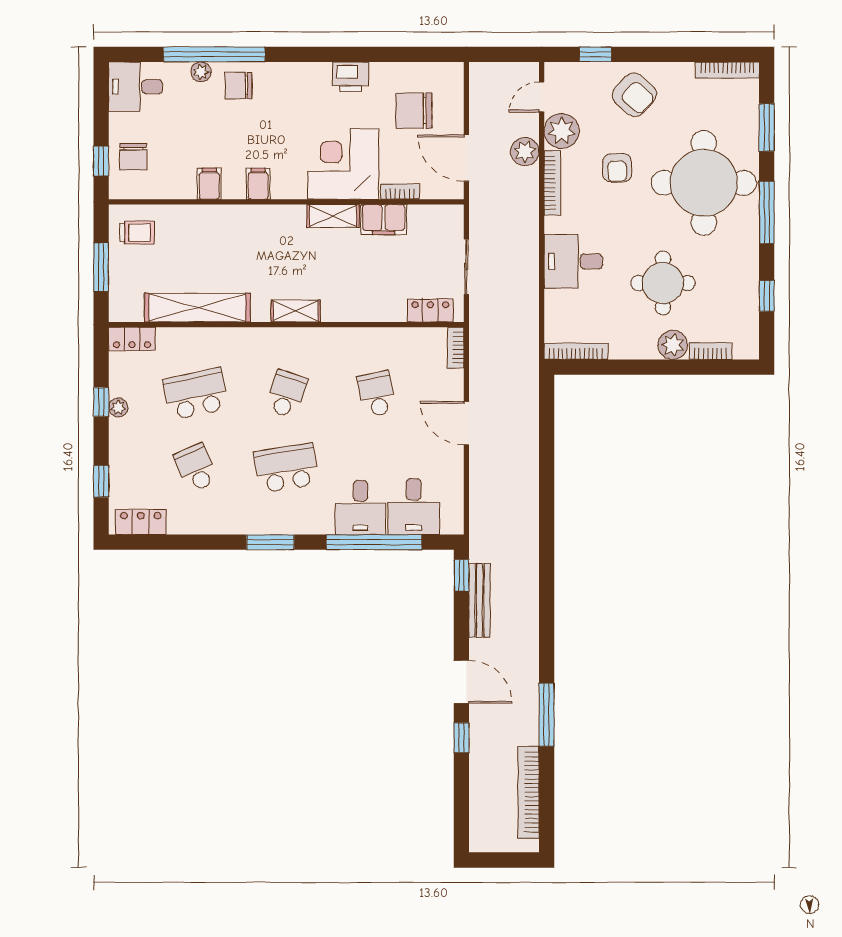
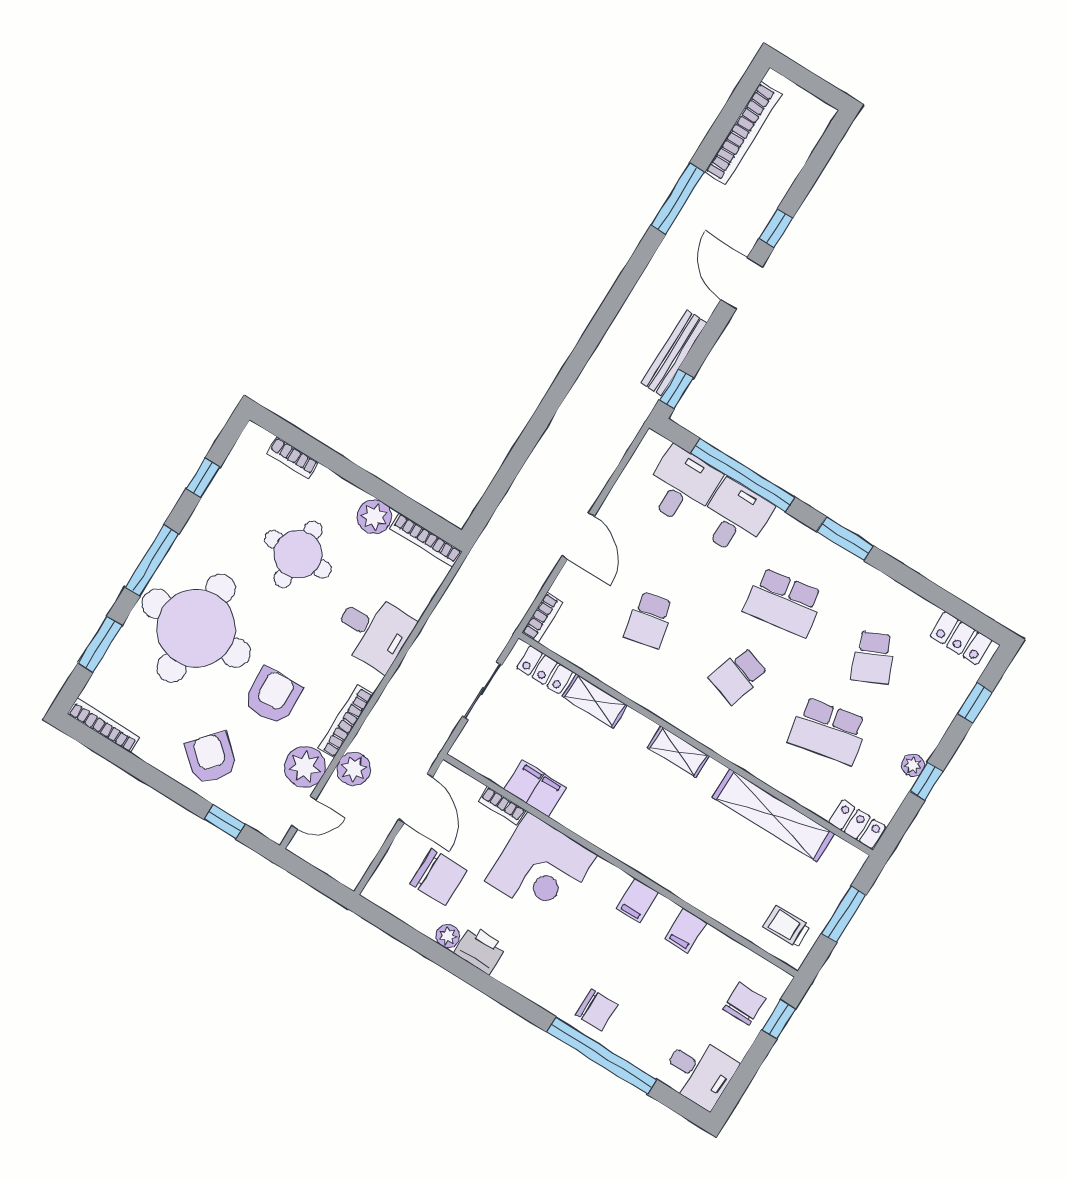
plant: (201, 72) -> (448, 936), moved
armchair: (617, 168) -> (273, 696), width x1.38, depth x1.38
shelving: (333, 216) -> (595, 701), moved
plant: (673, 345) -> (374, 517), moved

